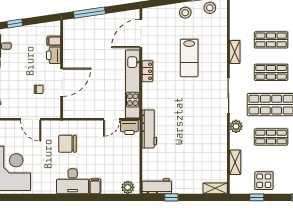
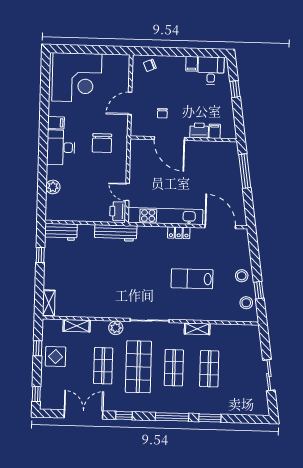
chair: (67, 144) -> (102, 143), turned 180
filing cabinet: (95, 186) -> (56, 123), moved
workbench: (157, 186) -> (61, 232), moved, turned 90
plant: (128, 187) -> (53, 187), moved

